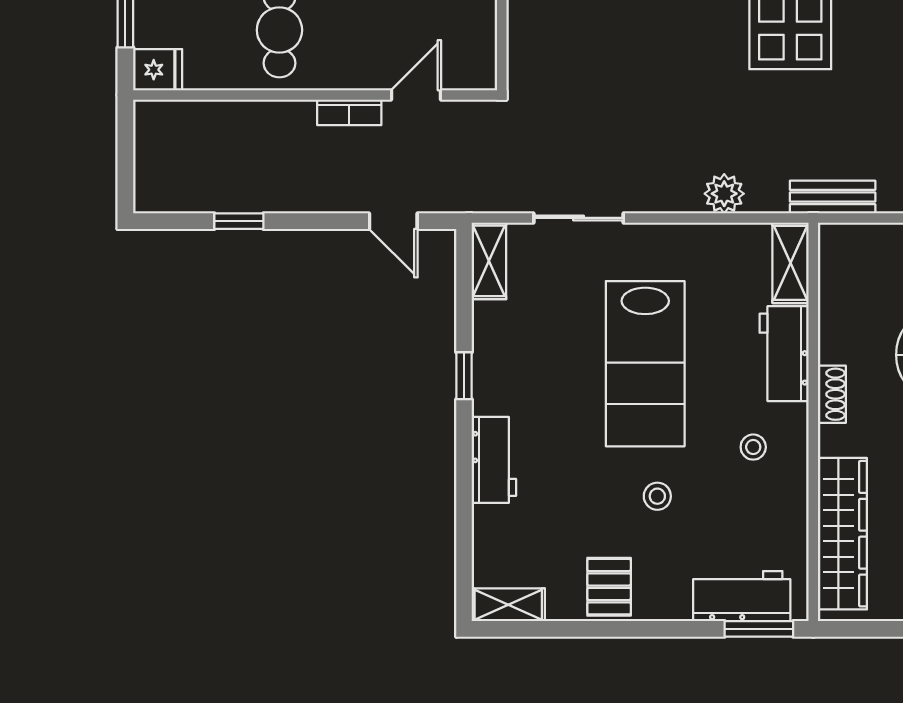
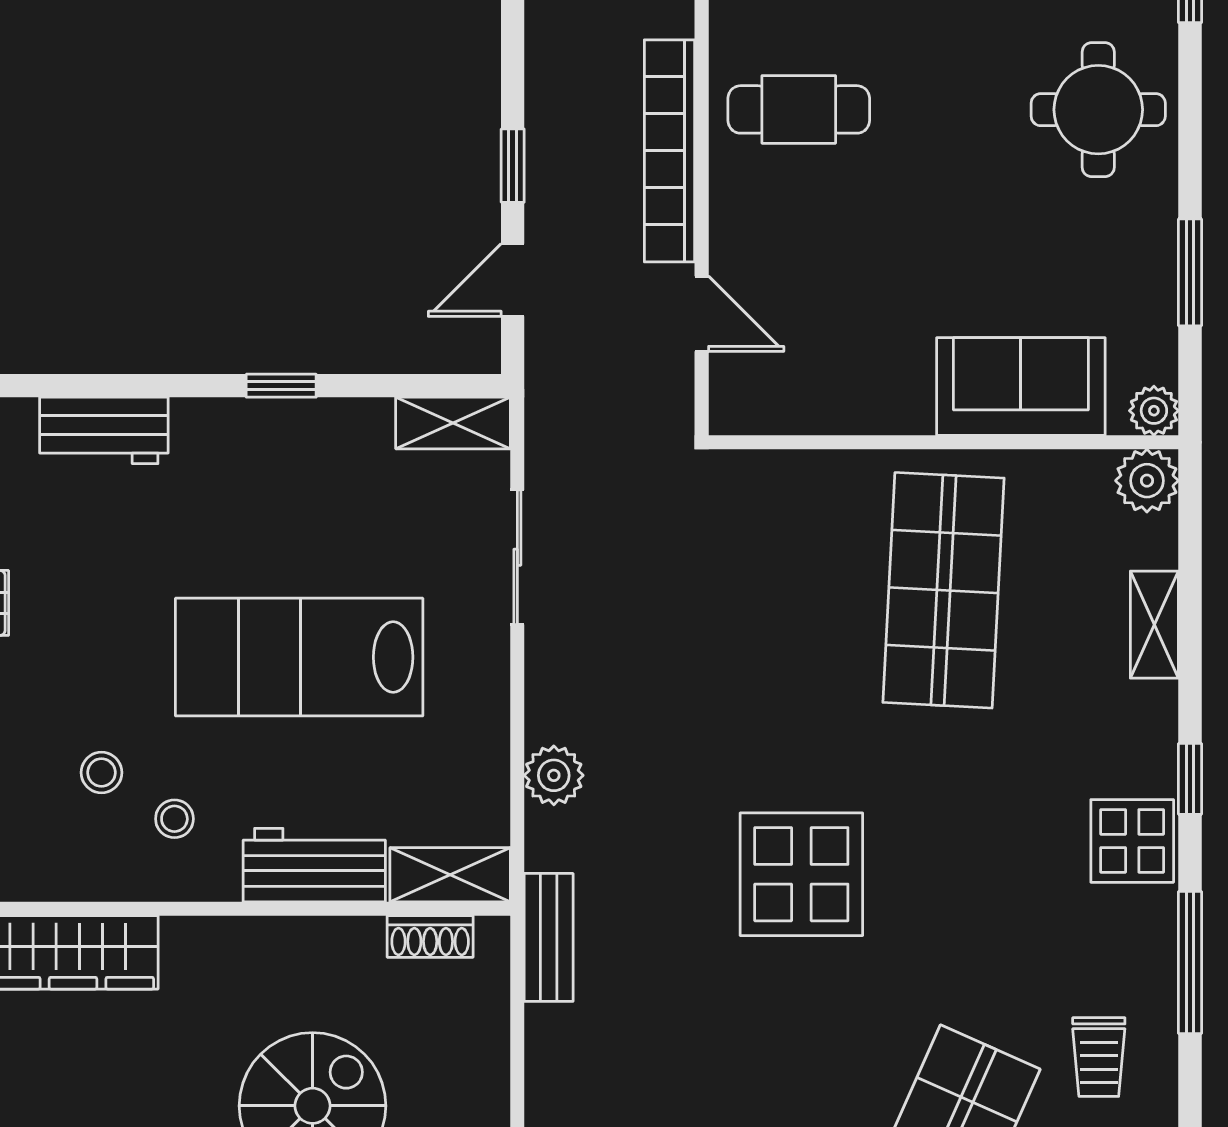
bookcase: (349, 112) -> (669, 151), width x2.31, depth x1.31
window: (239, 221) -> (513, 166), moved
shoe rack: (832, 394) -> (430, 936), moved
workbench: (494, 460) -> (104, 430), moved
stool: (657, 496) -> (101, 773), moved

